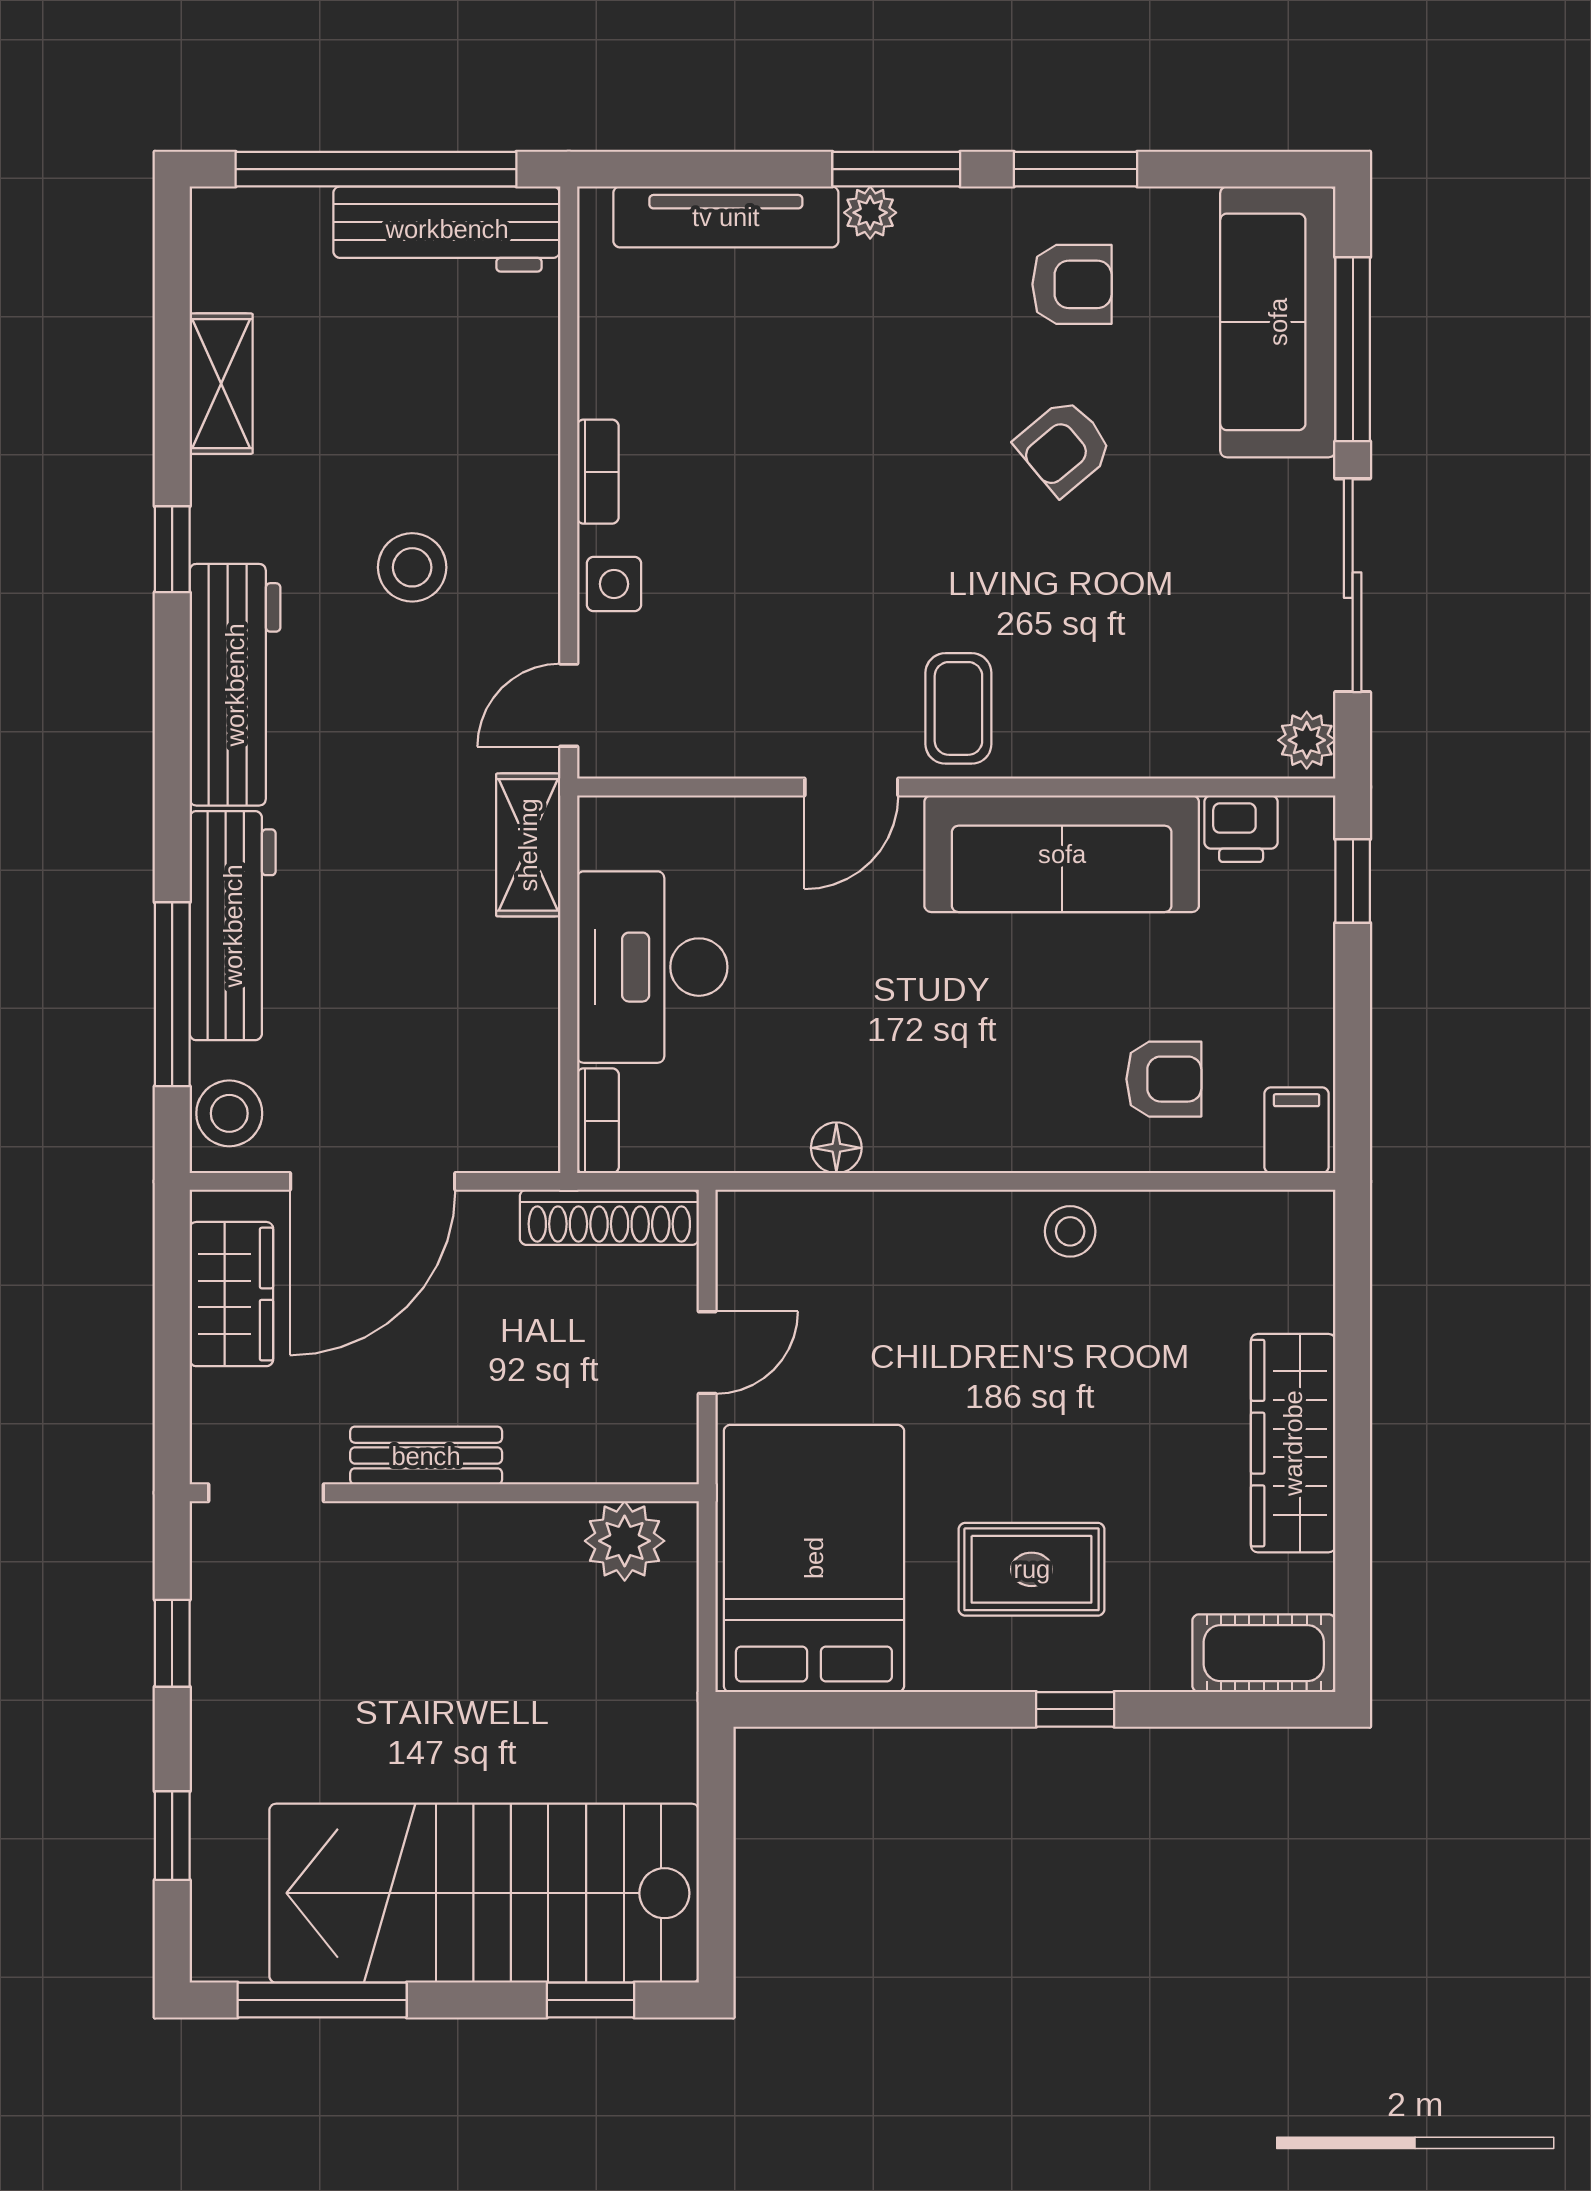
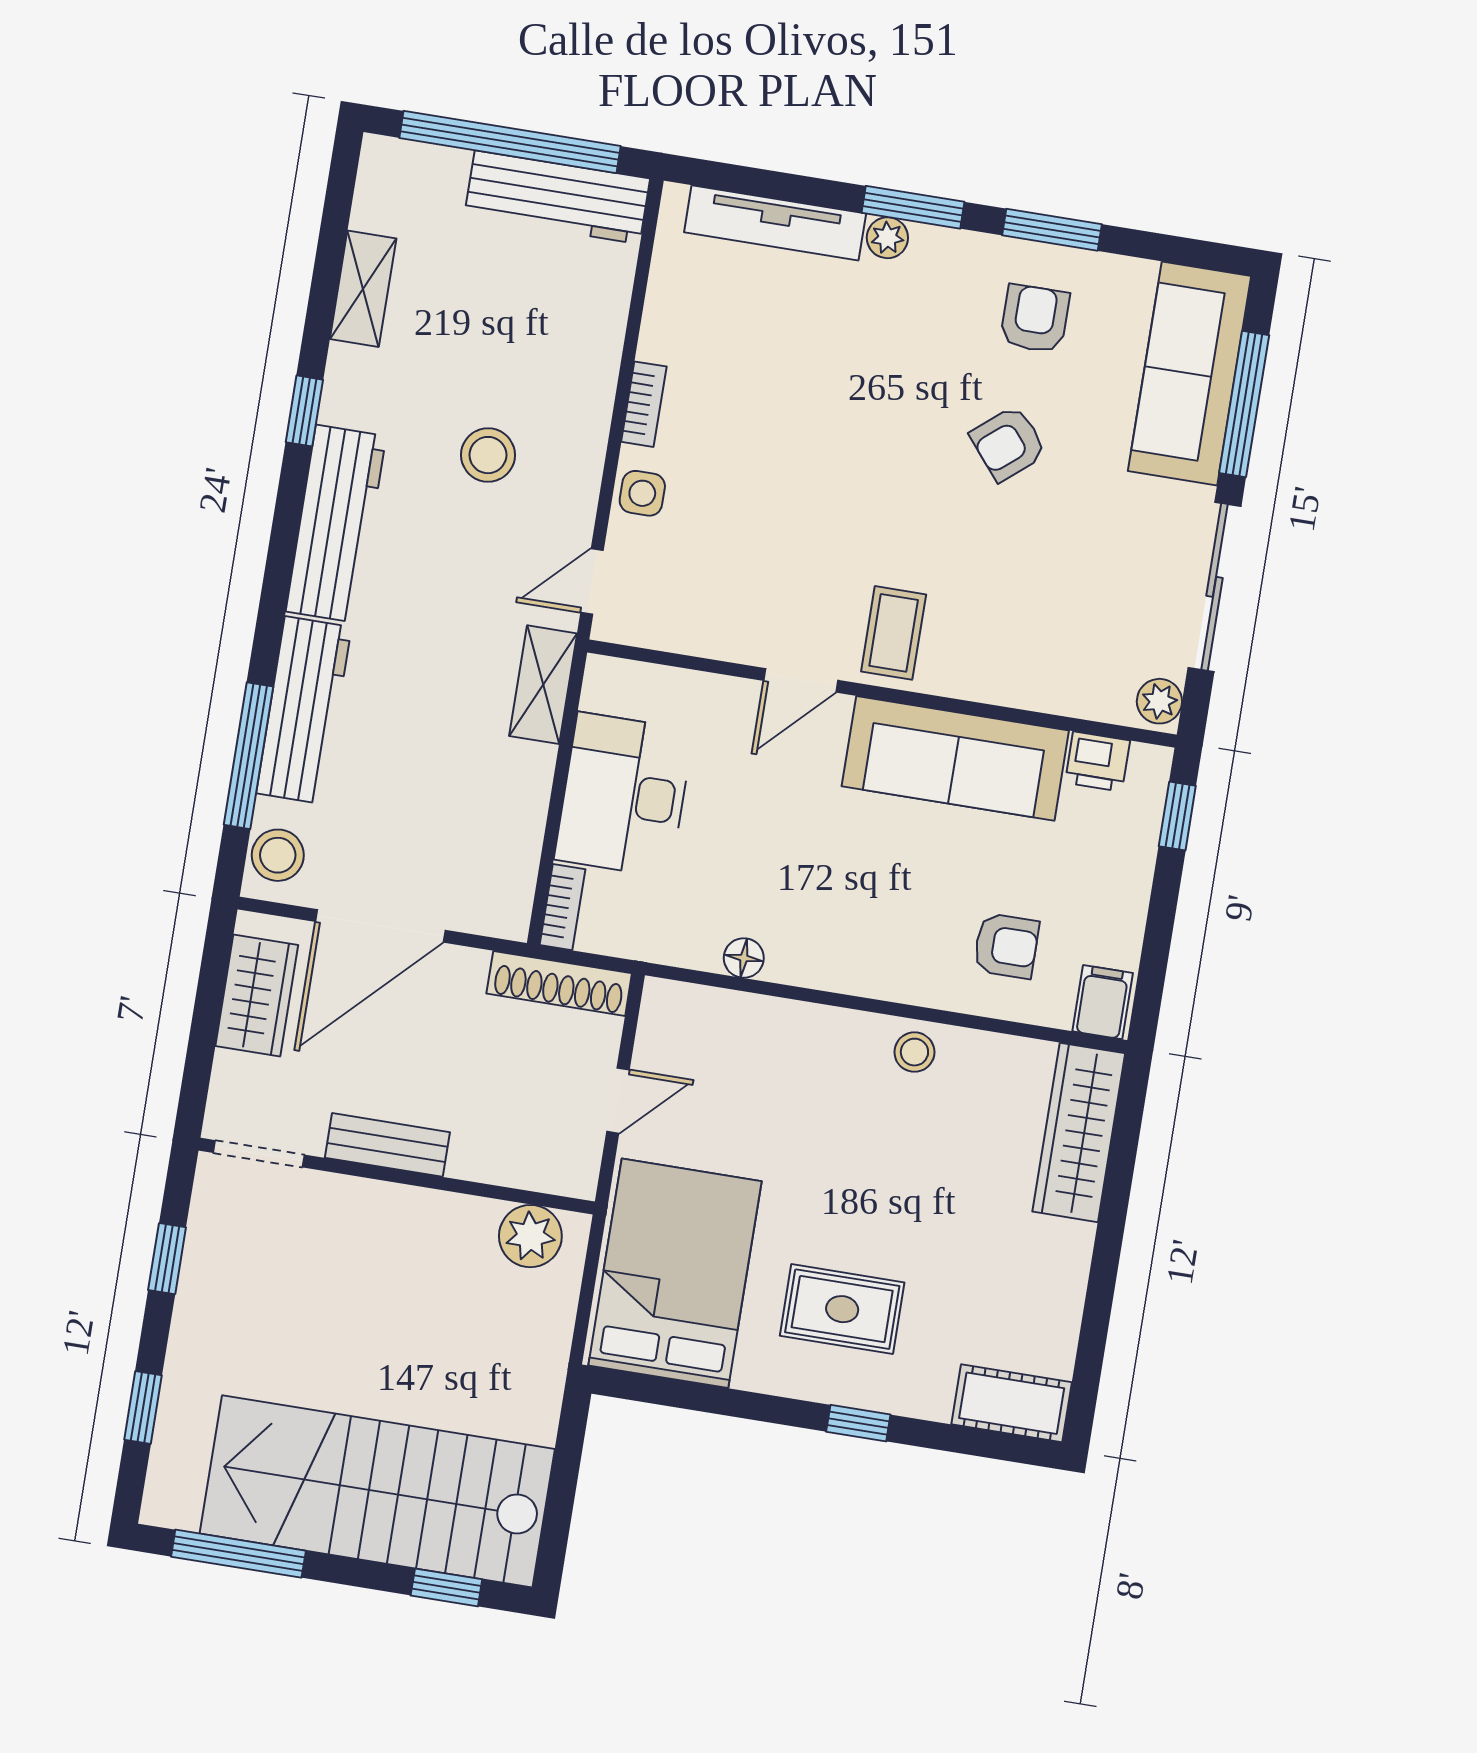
armchair: (1072, 284) -> (1035, 319), turned -90
wardrobe: (1293, 1443) -> (1079, 1132), moved

